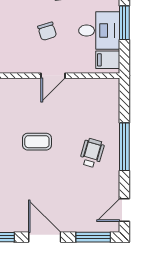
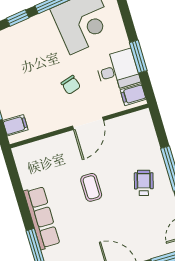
door: (53, 76) -> (88, 123), width x1.37
coffee table: (37, 142) -> (91, 187), turned 90

